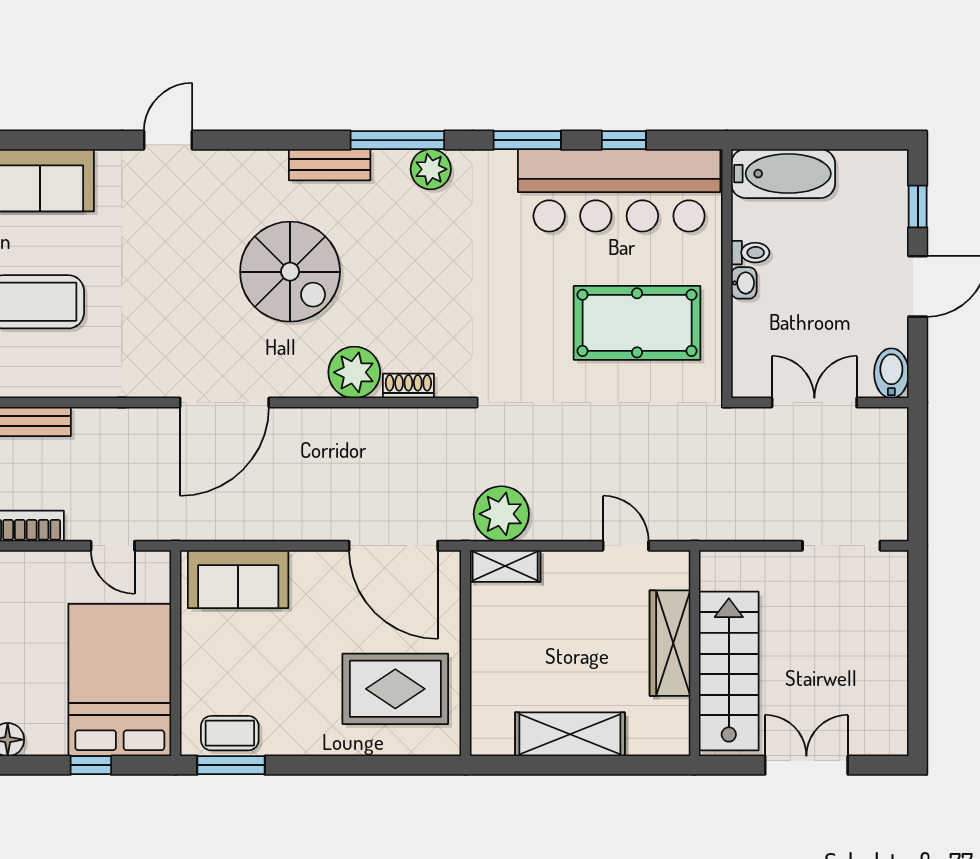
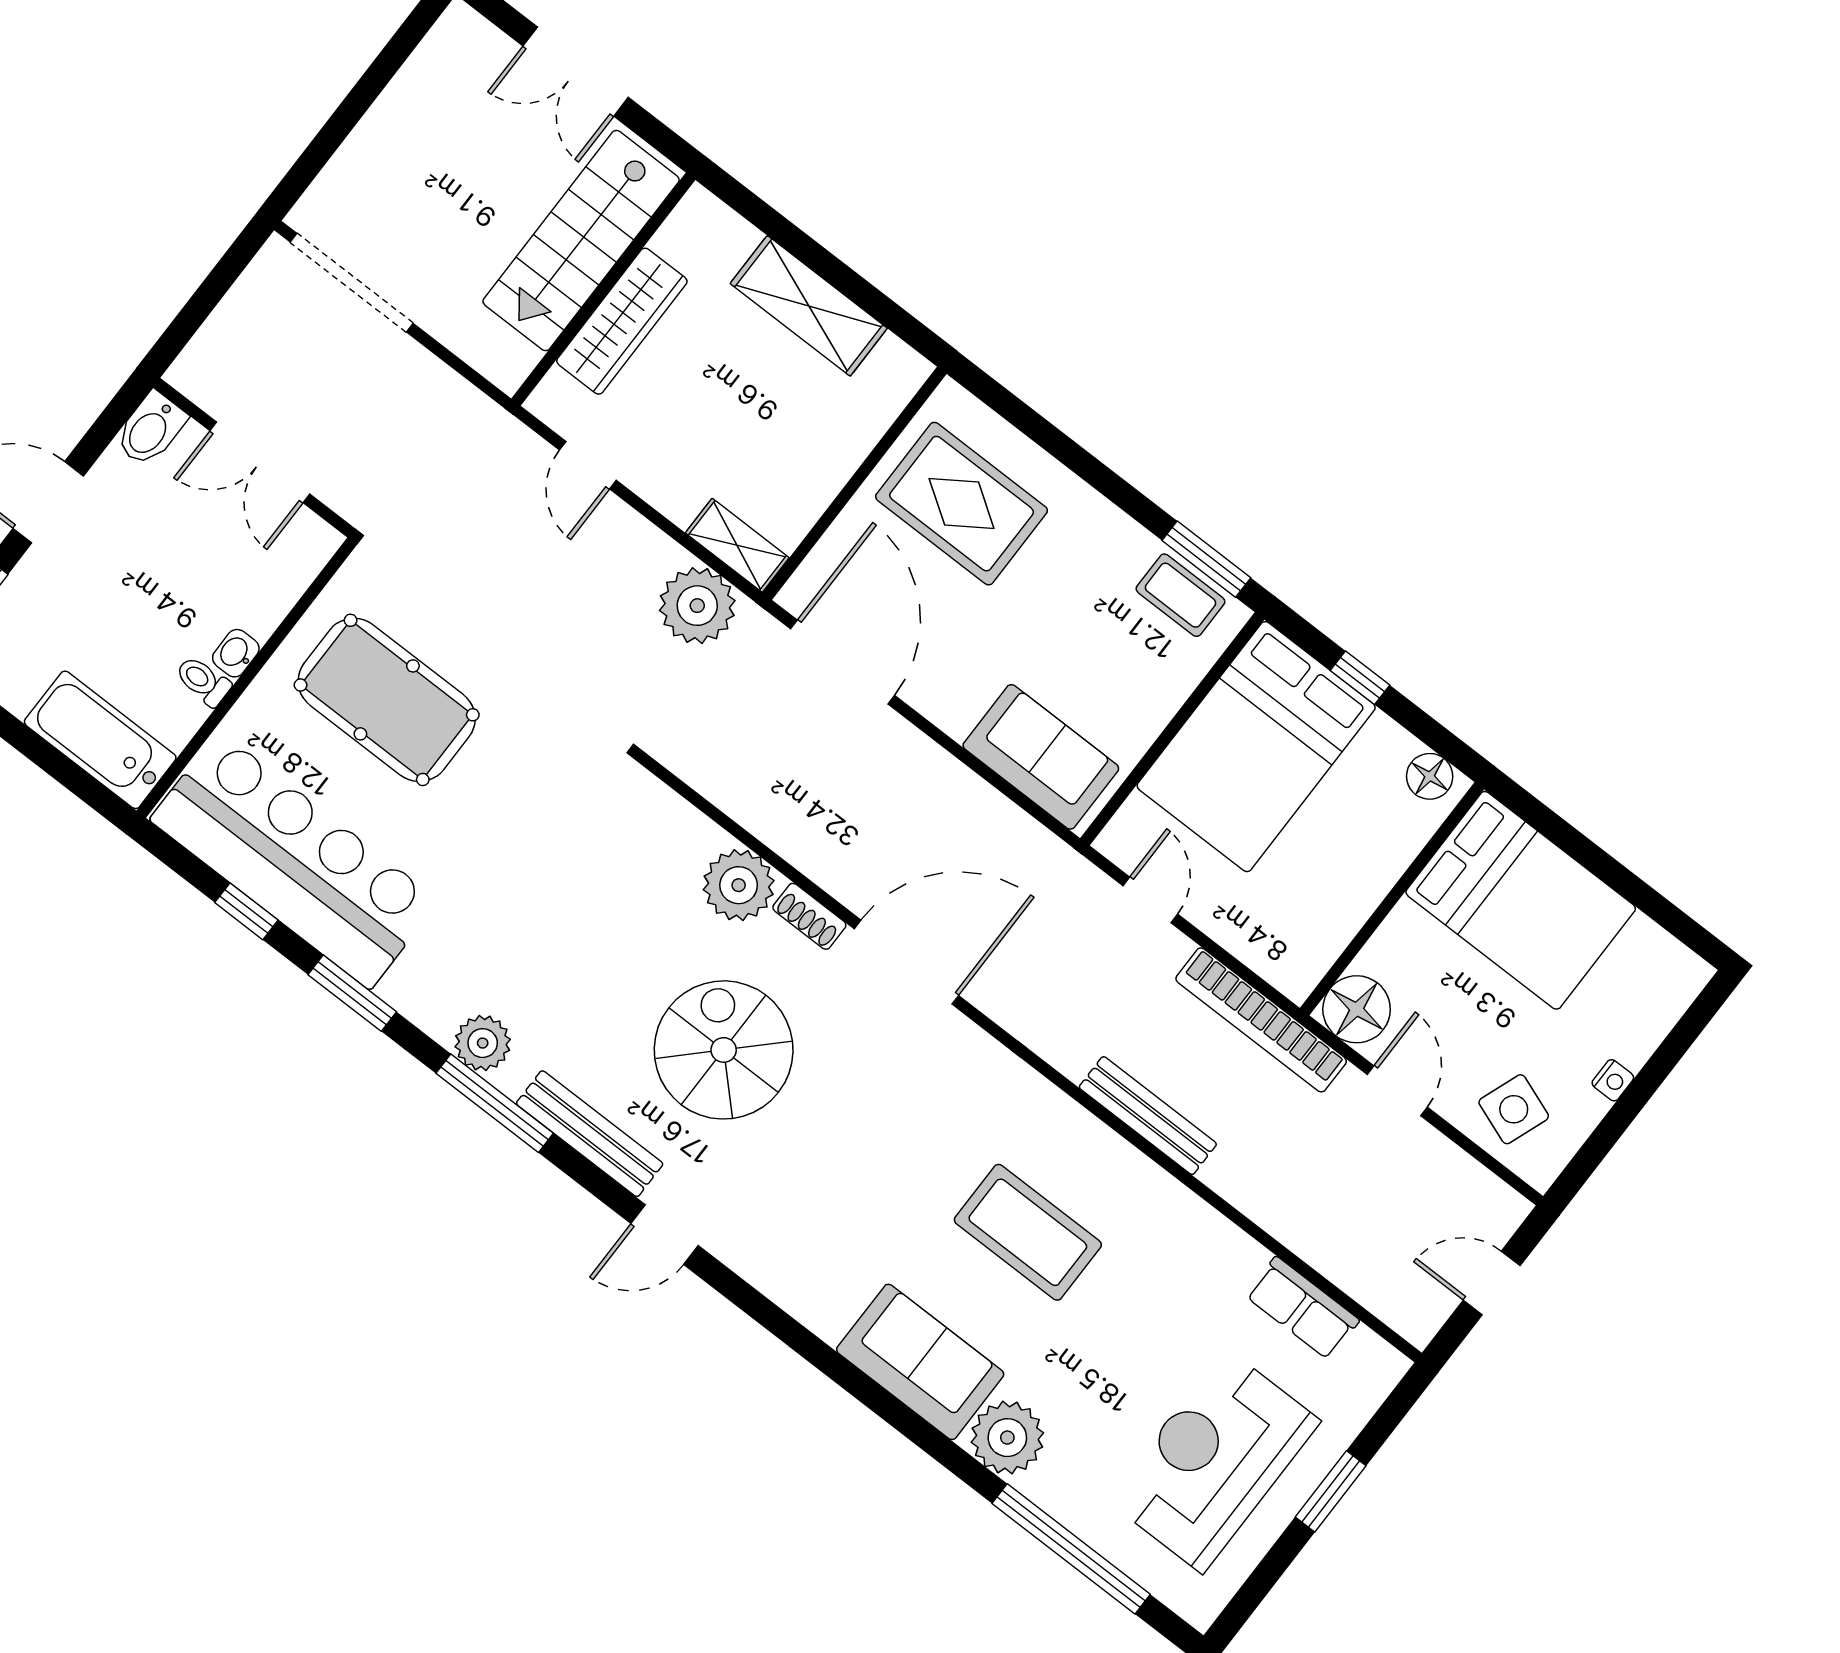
door: (168, 140) -> (665, 1235), moved
bench: (330, 165) -> (590, 1134), width x1.36
shoe rack: (408, 386) -> (809, 916), moved
doorway: (841, 546) -> (352, 283), width x1.36

